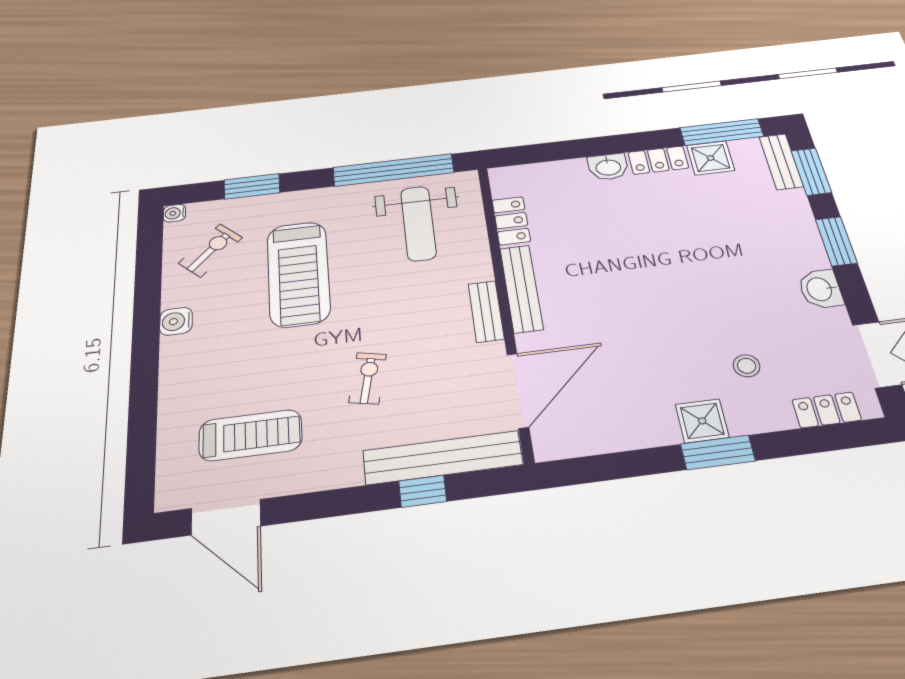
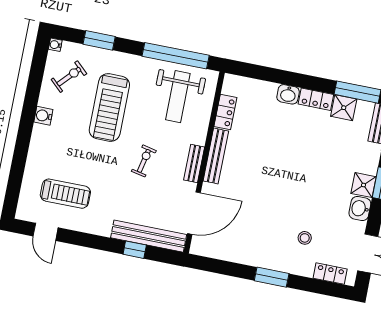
exercise bike: (368, 378) -> (144, 161), moved
shower: (702, 421) -> (364, 185), moved
door: (226, 517) -> (46, 232), width x0.73

